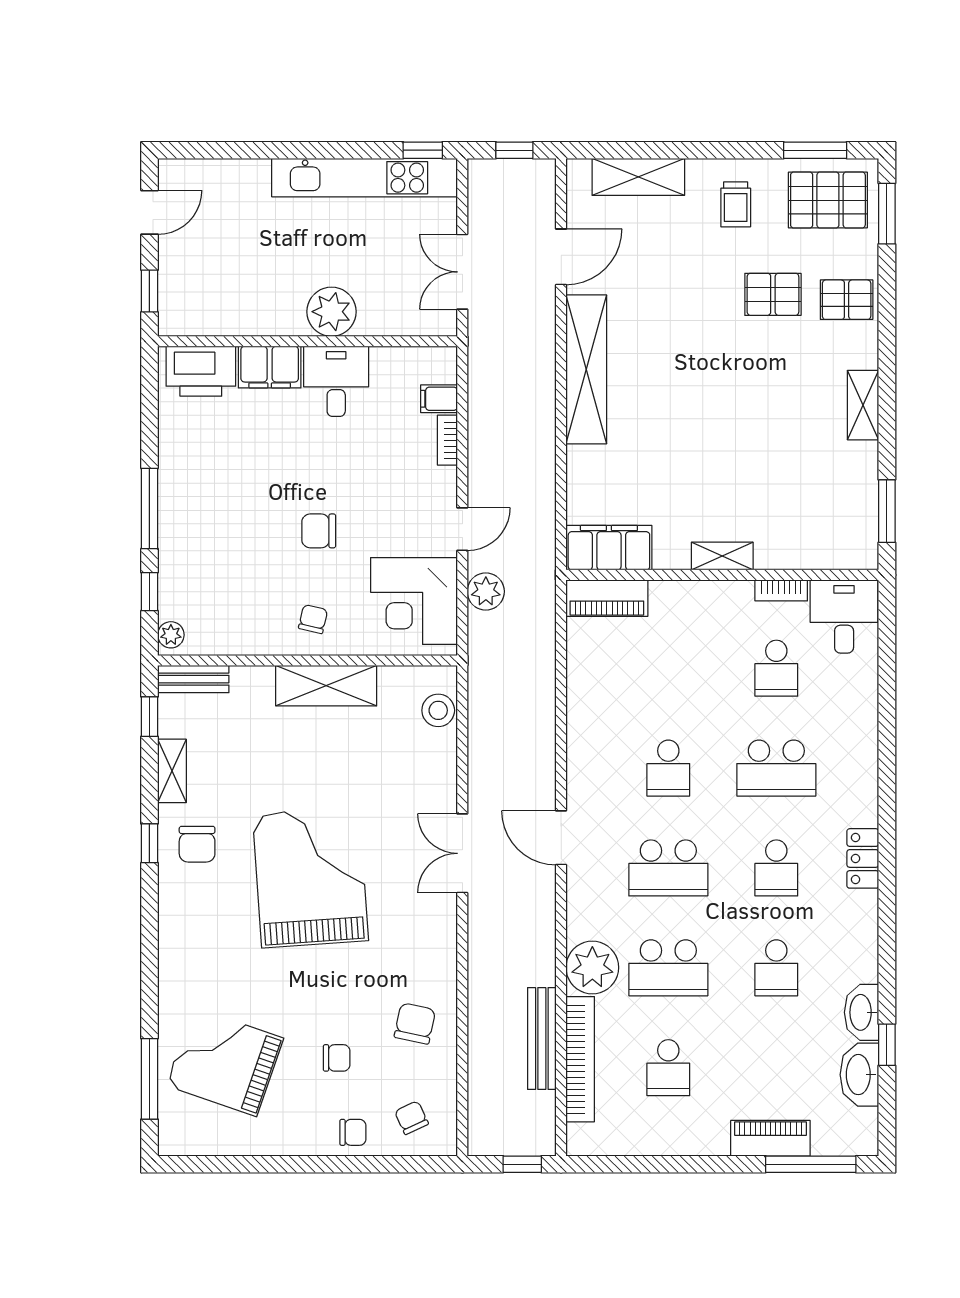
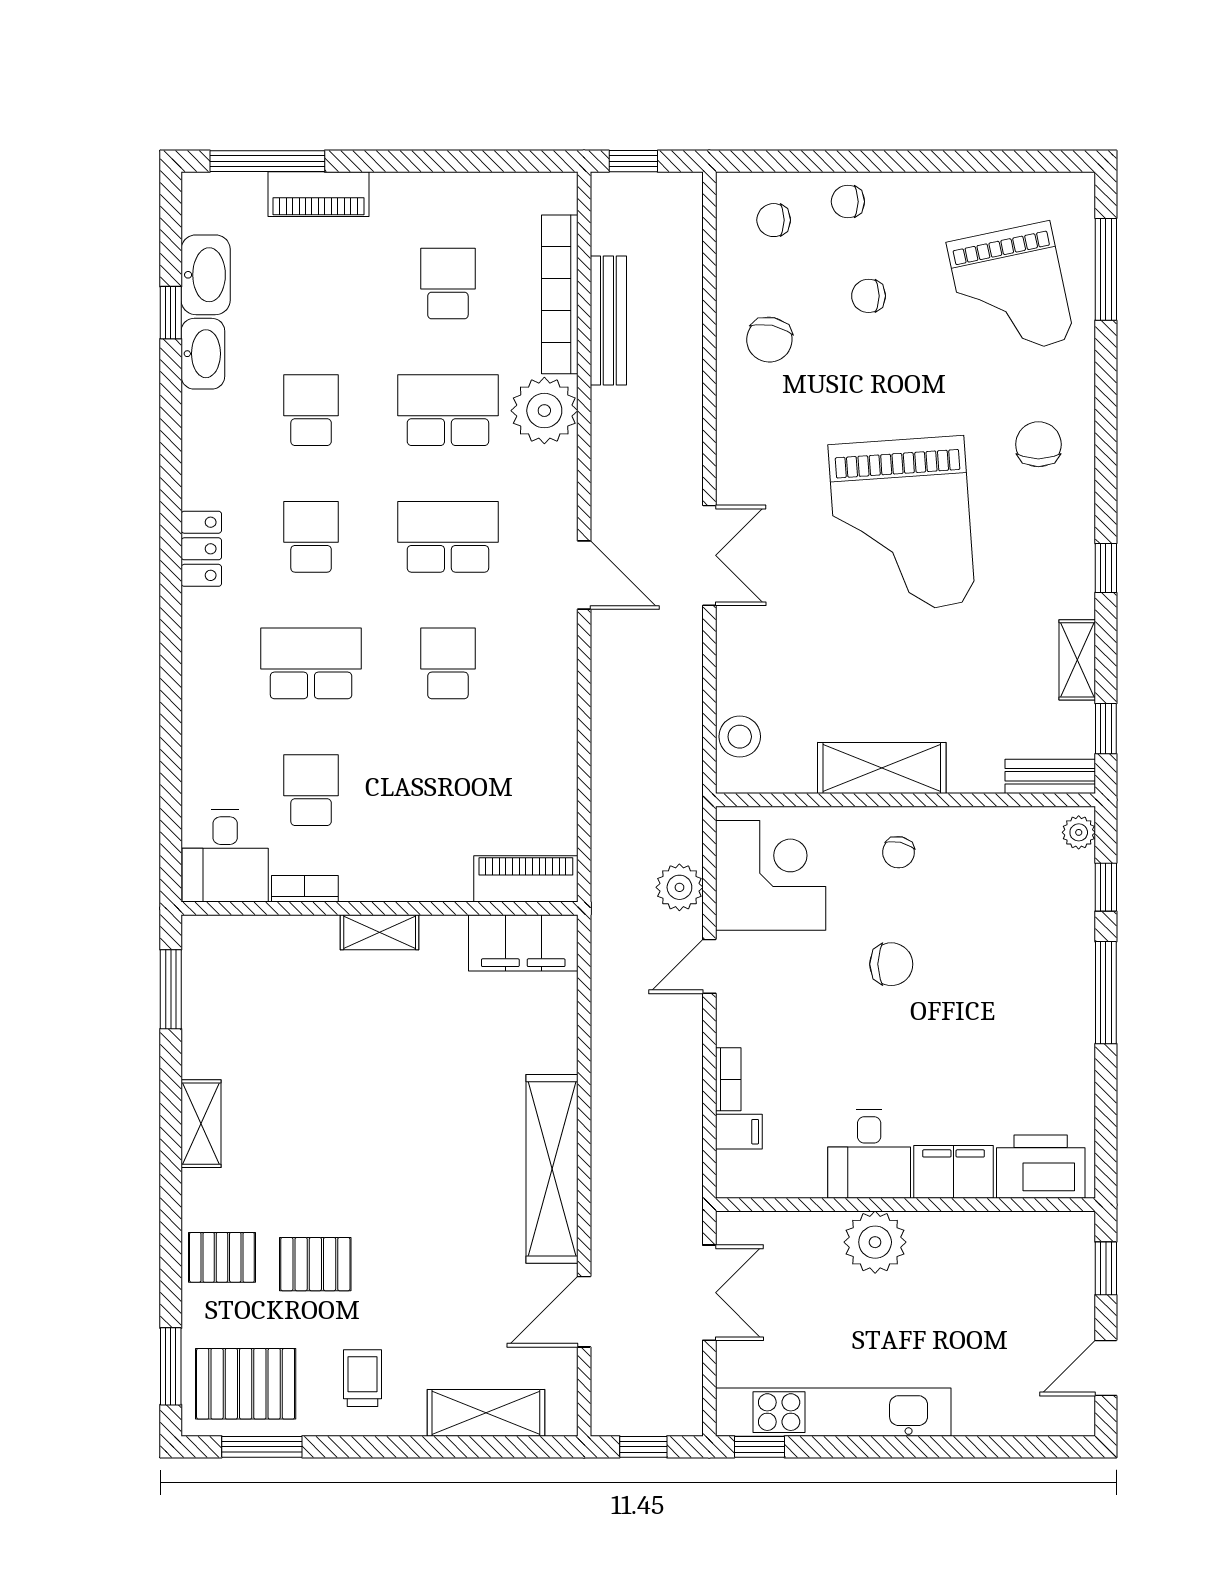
chair: (197, 844) -> (1038, 444), moved
grand piano: (225, 1062) -> (1010, 291), turned 59
chair: (411, 1118) -> (774, 220), turned 115

